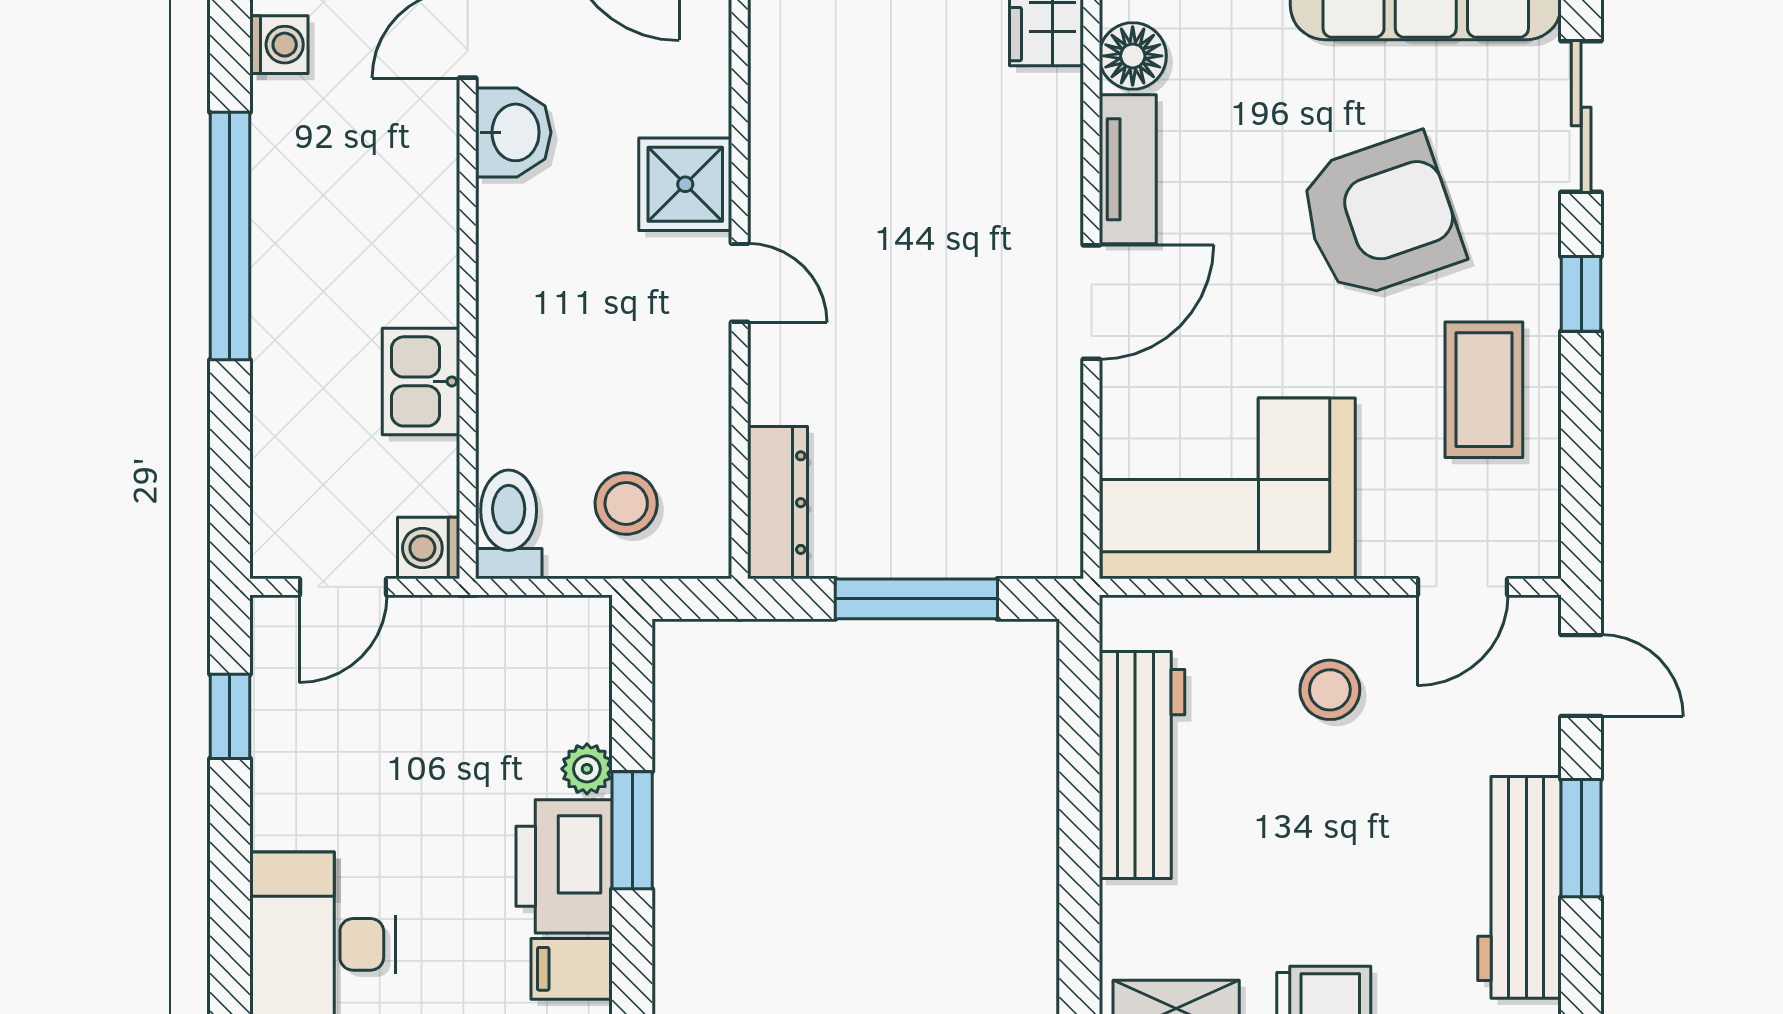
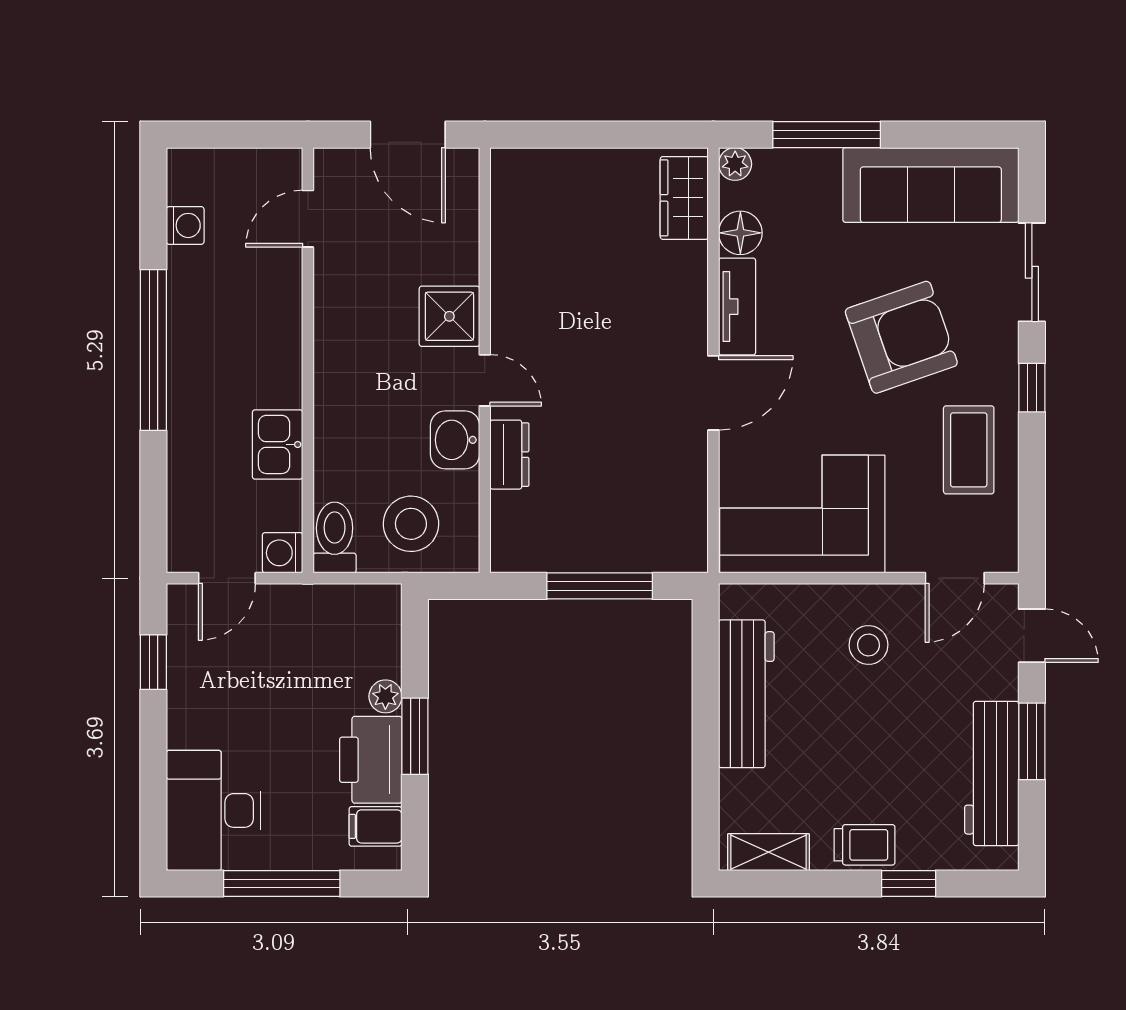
washbasin: (513, 132) -> (455, 440), moved, turned 180
stool: (626, 503) -> (411, 524), width x1.38, depth x1.38
dresser: (777, 503) -> (509, 455), moved, width x0.70

